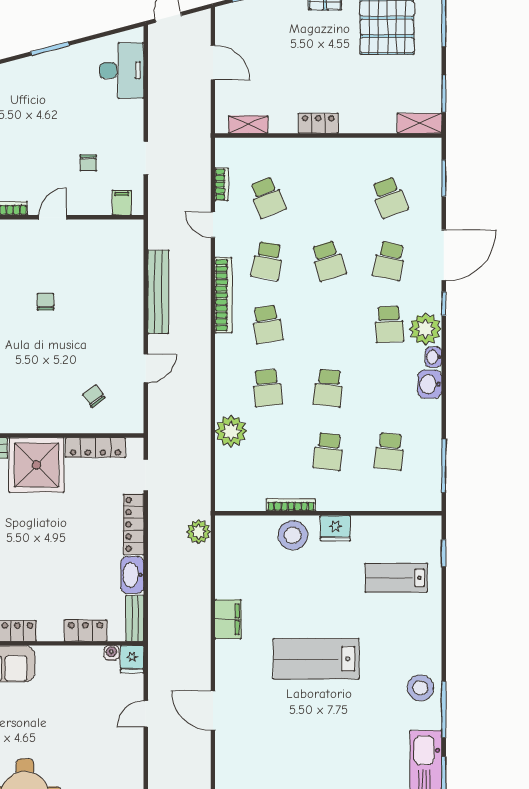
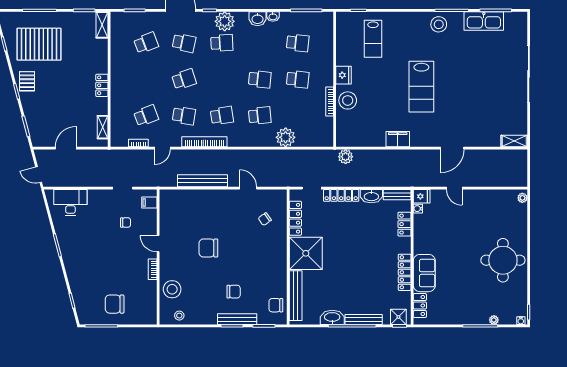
chair: (45, 302) -> (208, 248), width x1.87, depth x1.87
washbasin: (433, 357) -> (273, 17), moved

